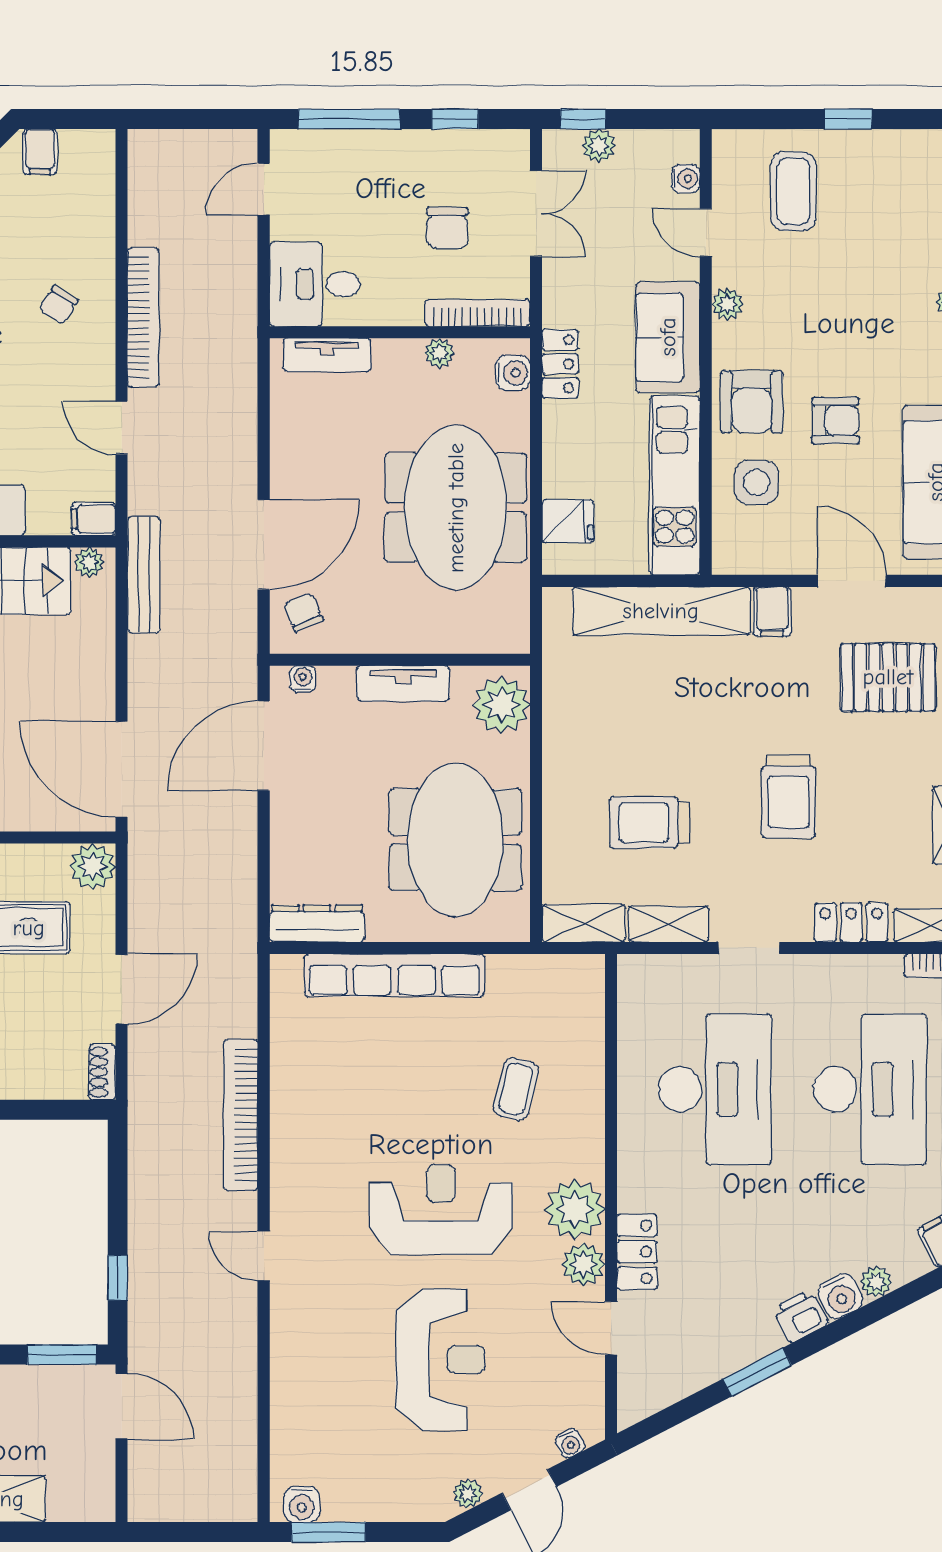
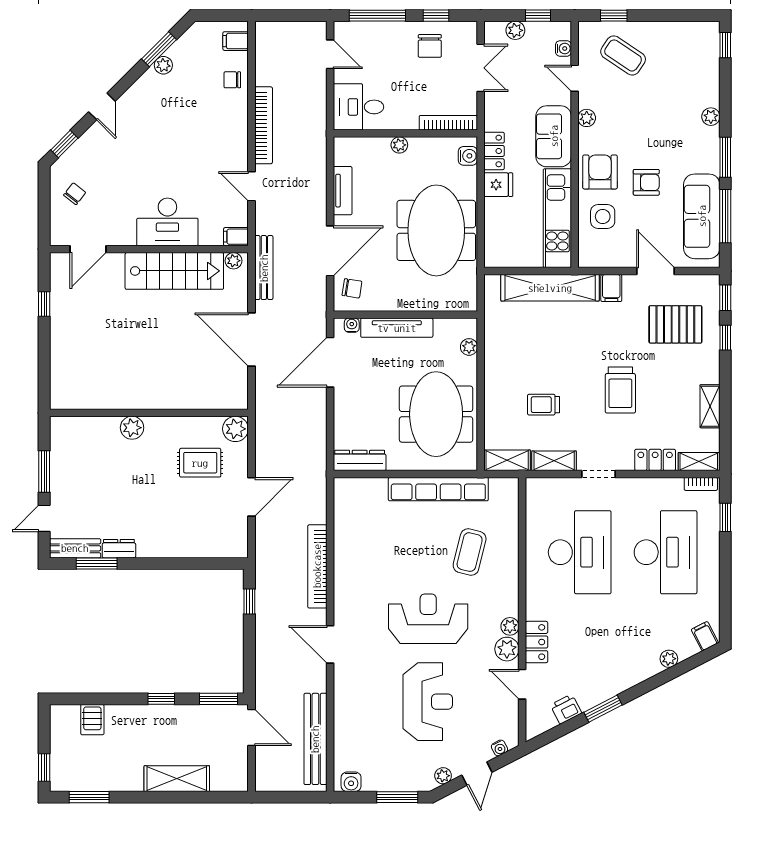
window: (583, 119) -> (538, 16), moved
window: (848, 119) -> (614, 16), moved
filing cabinet: (40, 152) -> (236, 41), moved, turned 90
door: (264, 189) -> (330, 54), swing flipped
coffee table: (793, 191) -> (623, 55), turned -56
chair: (447, 228) -> (430, 46), moved
chair: (59, 305) -> (232, 80), moved, turned 58
plant: (439, 353) -> (399, 145), moved
tv unit: (327, 355) -> (343, 191), moved, turned -90
armchair: (752, 402) -> (600, 172), turned 180
fridge: (568, 521) -> (498, 185), moved
chair: (303, 612) -> (352, 288), turned 122
tv unit: (403, 683) -> (397, 328), width x1.41
plant: (501, 705) -> (469, 347), width x0.53, depth x0.53
door: (122, 769) -> (252, 339), moved
trolley: (649, 823) -> (543, 405), width x0.73, depth x0.72
row of seats: (394, 975) -> (438, 489), moved
shoe rack: (102, 1072) -> (241, 543), removed
coffee table: (516, 1089) -> (470, 552), width x1.36, depth x1.30
plant: (575, 1209) -> (510, 626), width x0.53, depth x0.53
door: (264, 1256) -> (330, 644), width x1.38
window: (118, 1278) -> (249, 602), moved
water cooler: (840, 1296) -> (649, 667), removed
printer: (800, 1316) -> (566, 709), moved
bench: (237, 1427) -> (315, 739), added
window: (328, 1532) -> (397, 797), moved

